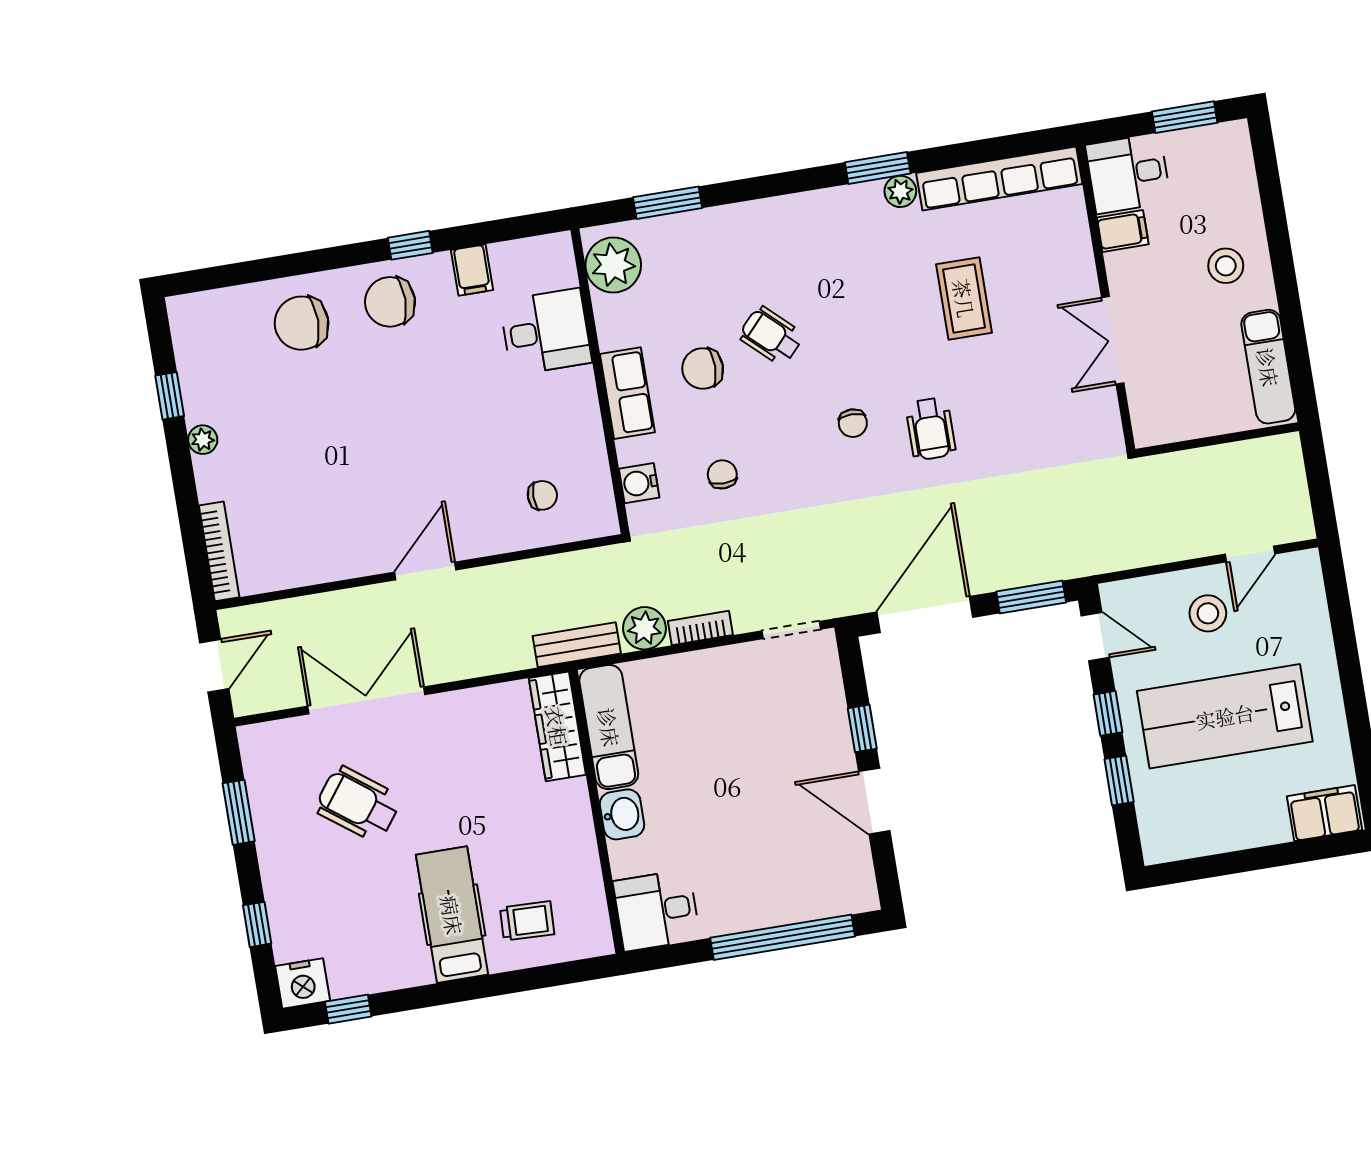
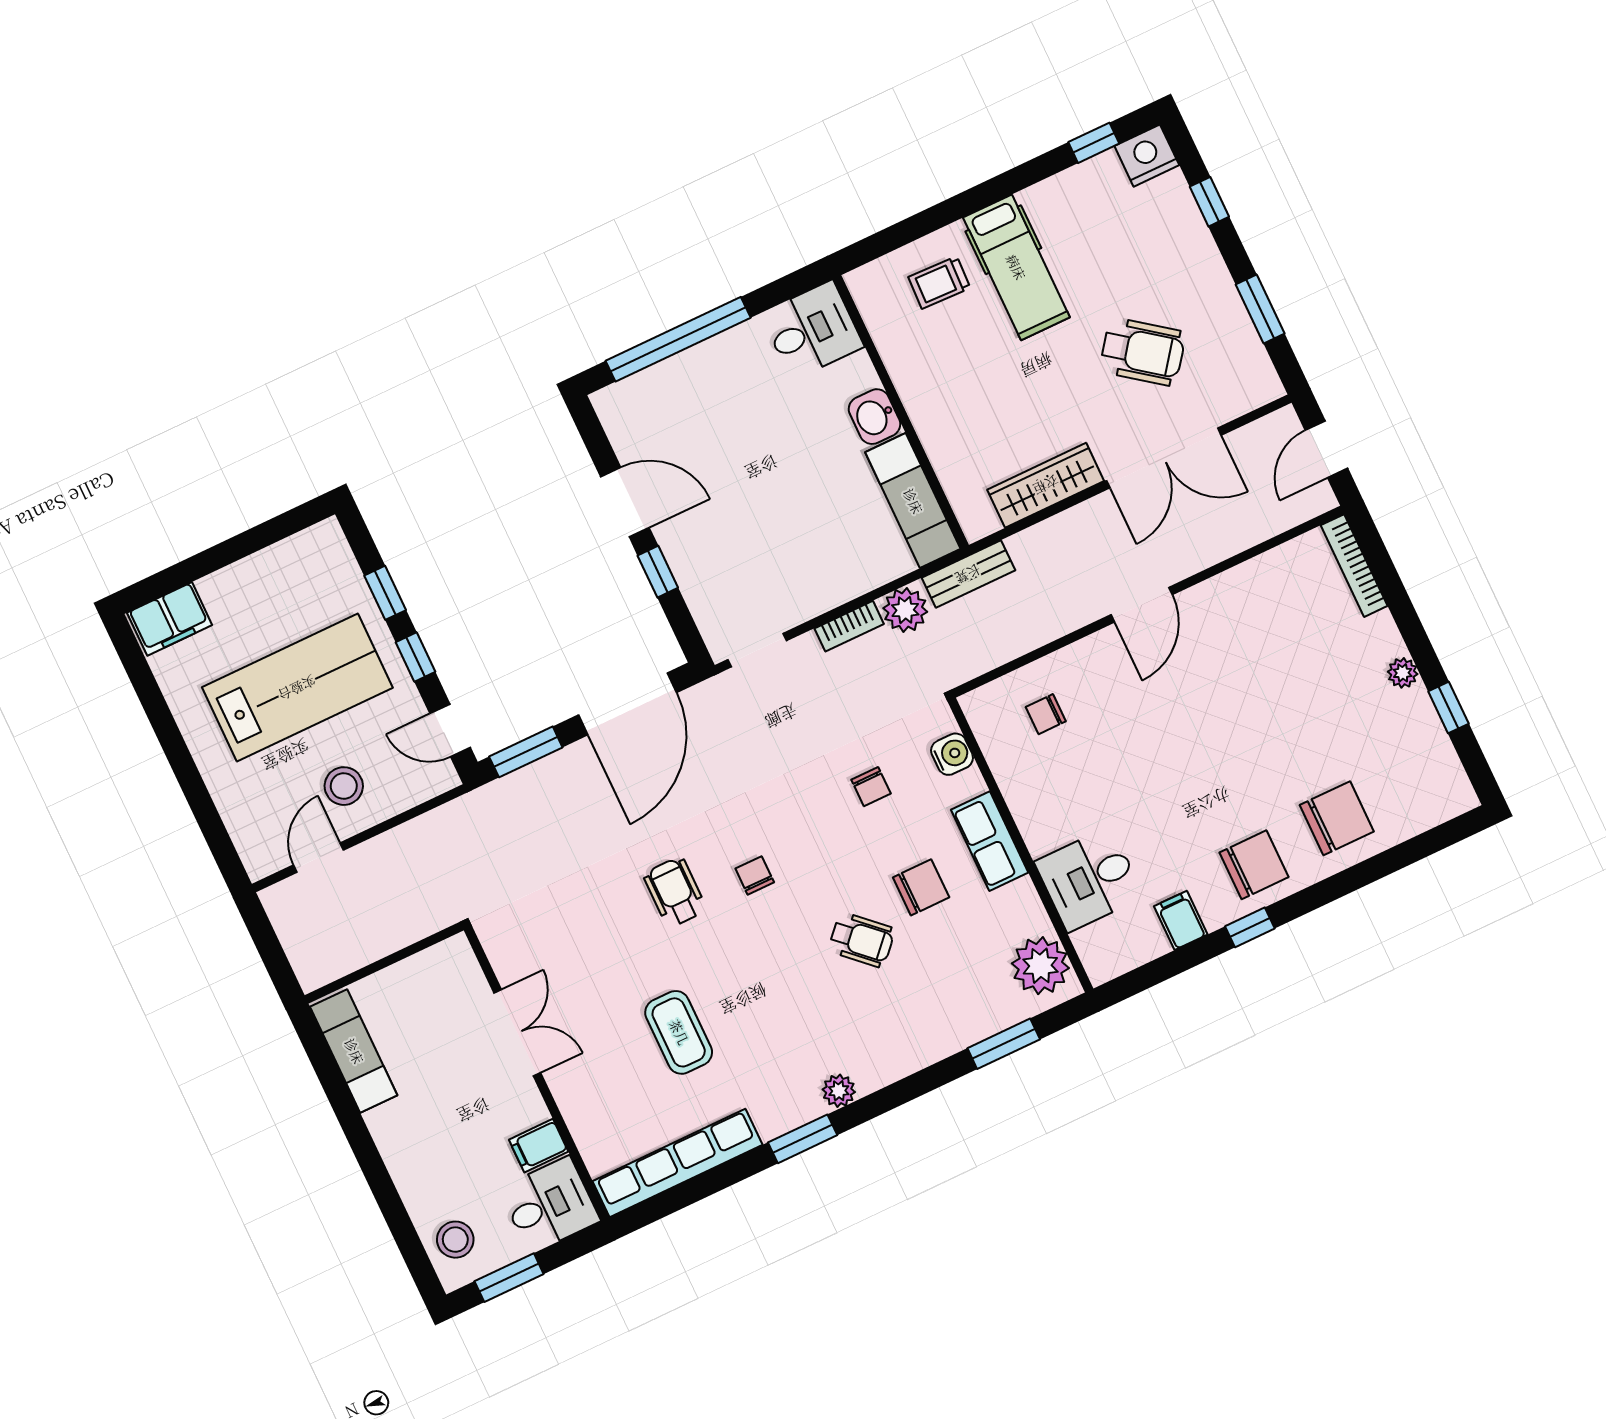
plant: (900, 191) -> (839, 1091), moved
stool: (1226, 266) -> (455, 1240), moved
wardrobe: (557, 726) -> (1046, 485), moved, turned -90

